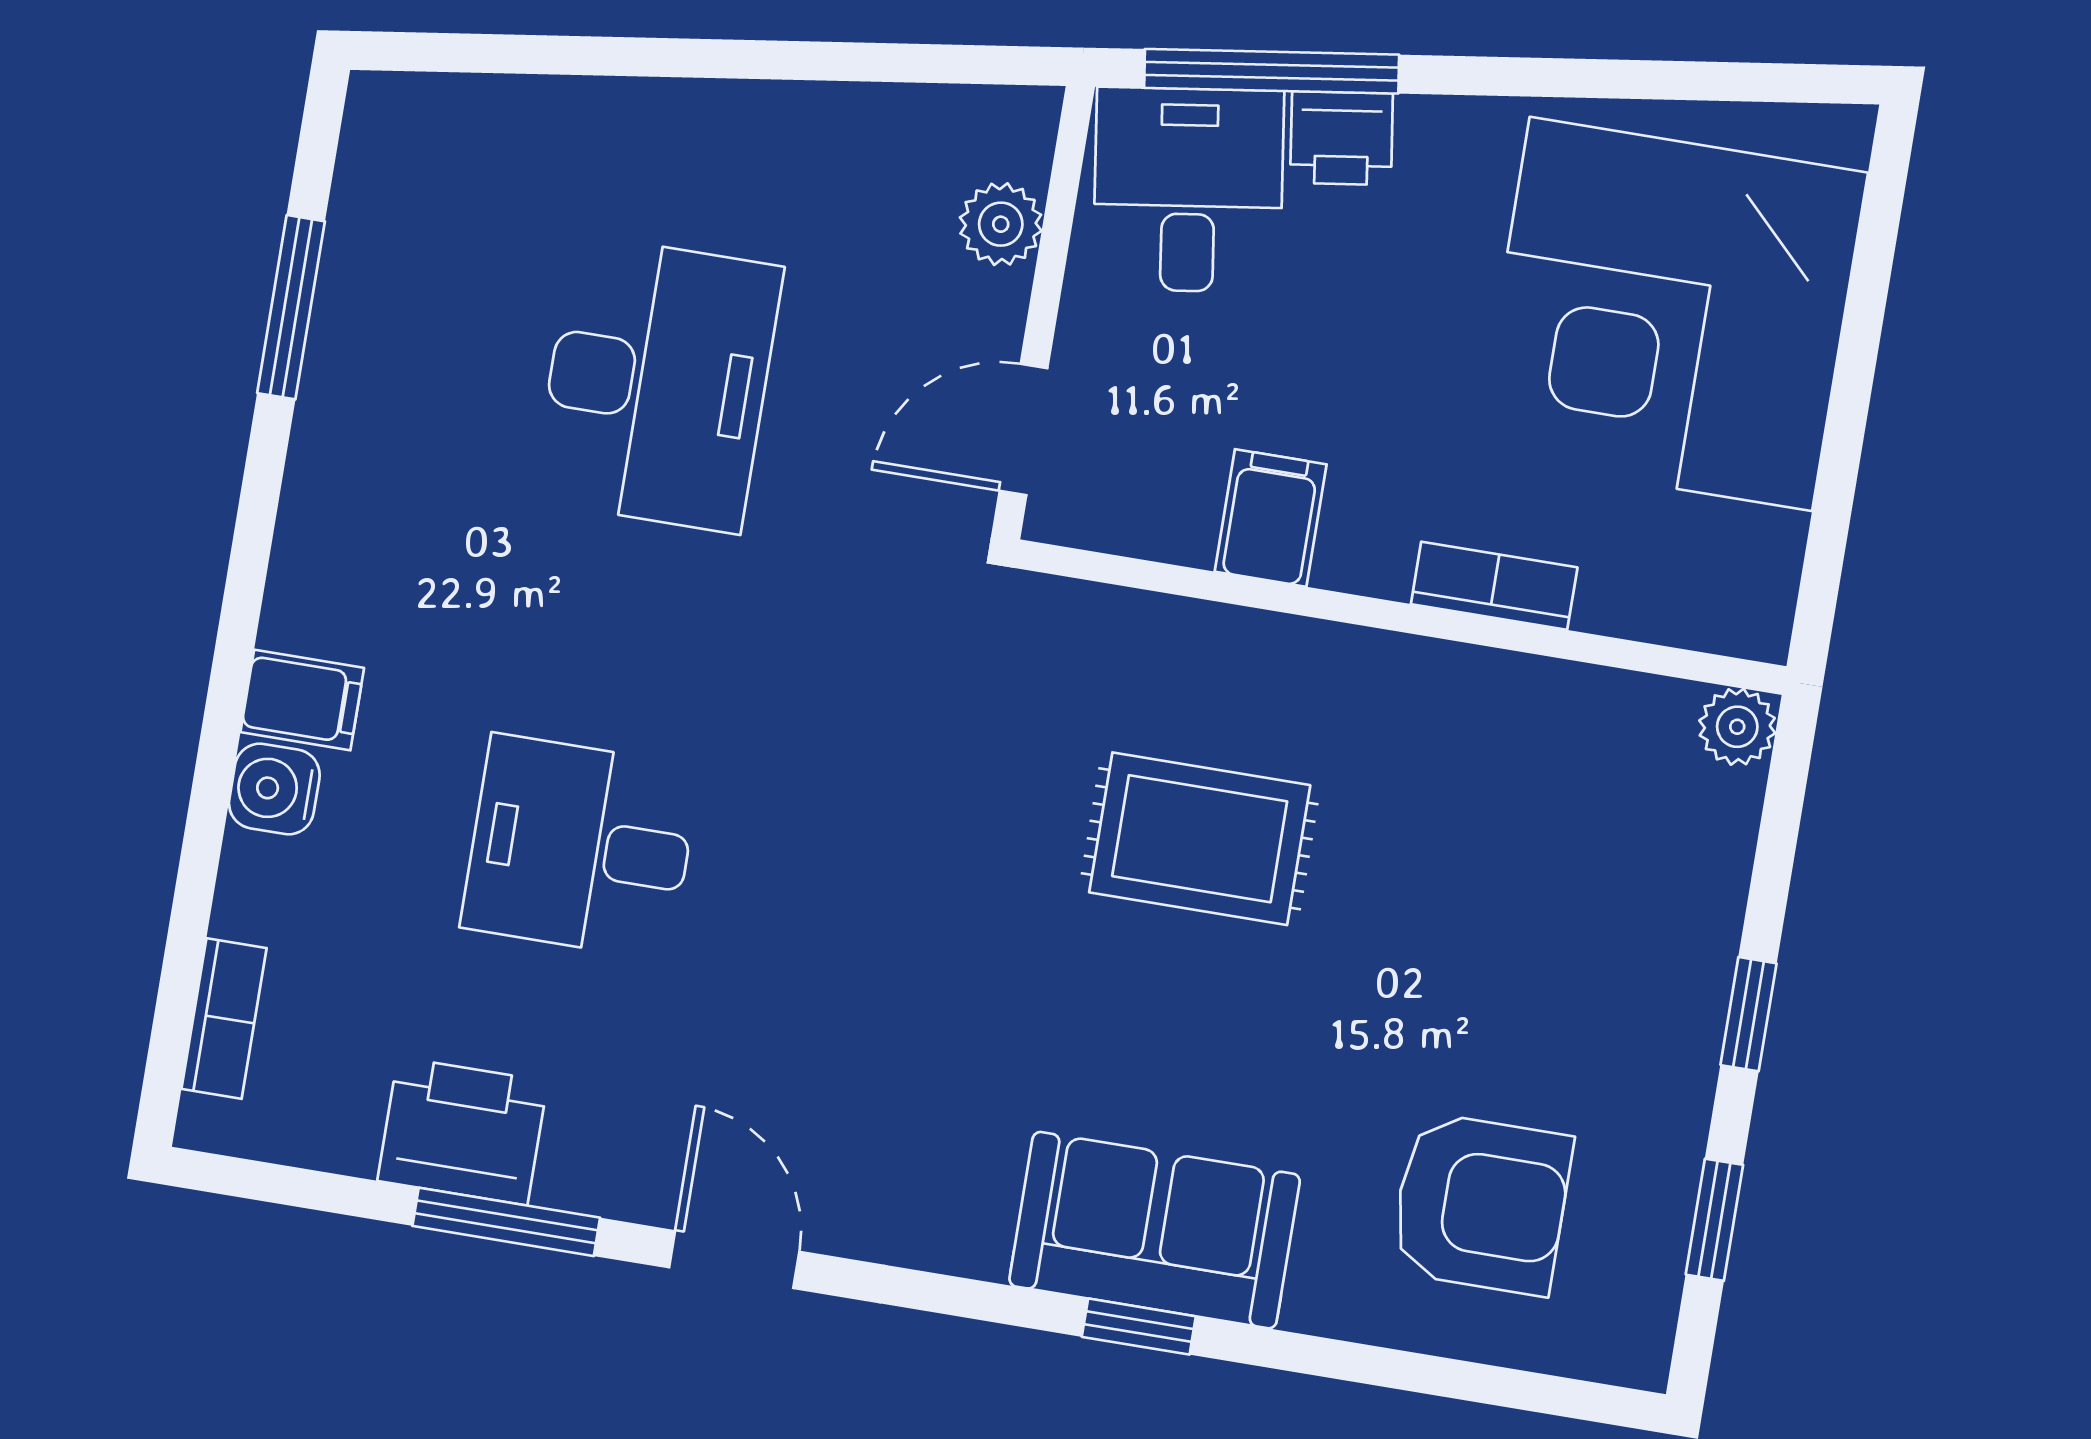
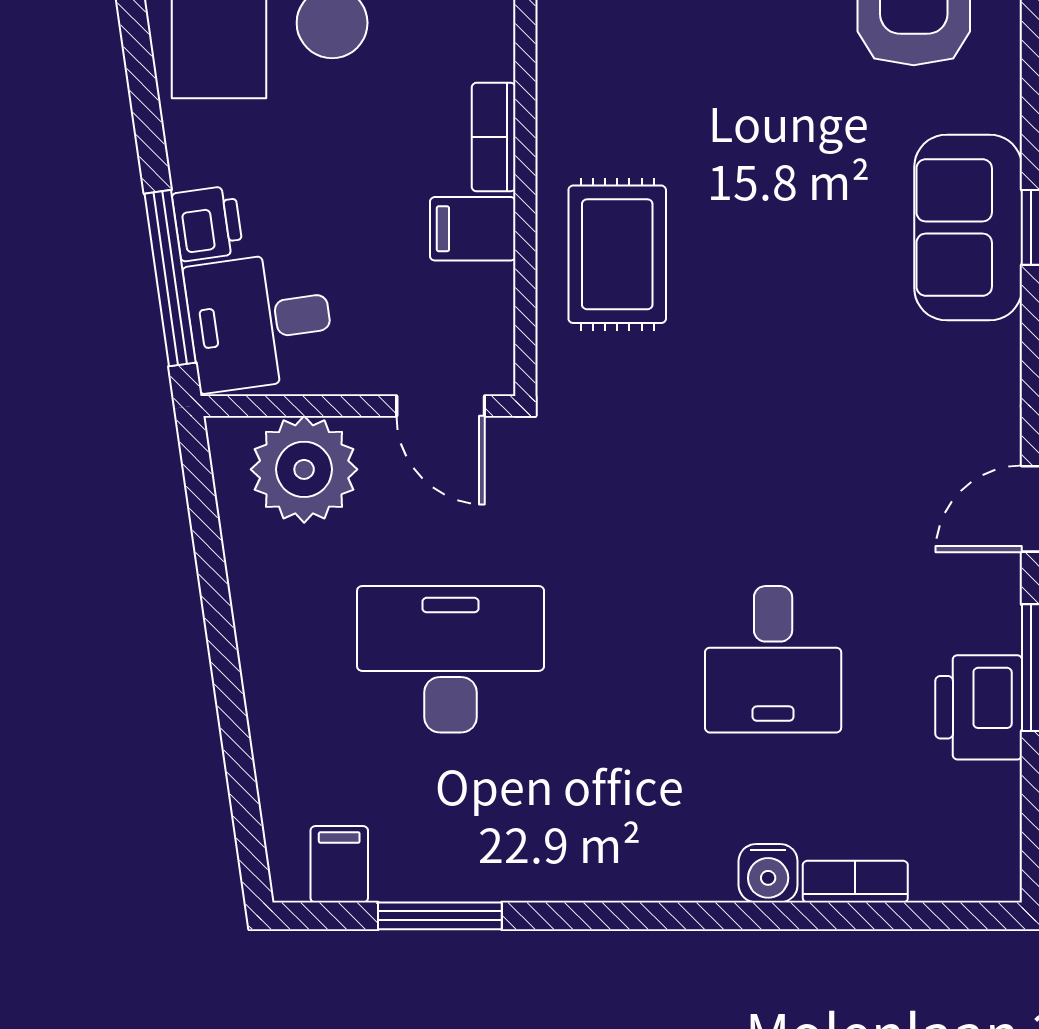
plant: (1001, 224) -> (304, 469), width x1.88, depth x1.88
bookcase: (1494, 586) -> (494, 137), moved
filing cabinet: (302, 700) -> (339, 864), moved
rug: (1200, 839) -> (617, 254), moved
bookcase: (224, 1018) -> (855, 882), moved

